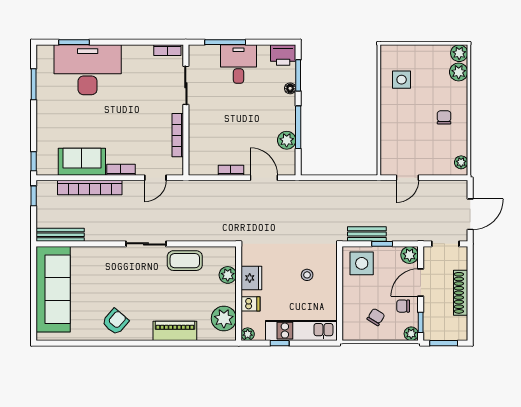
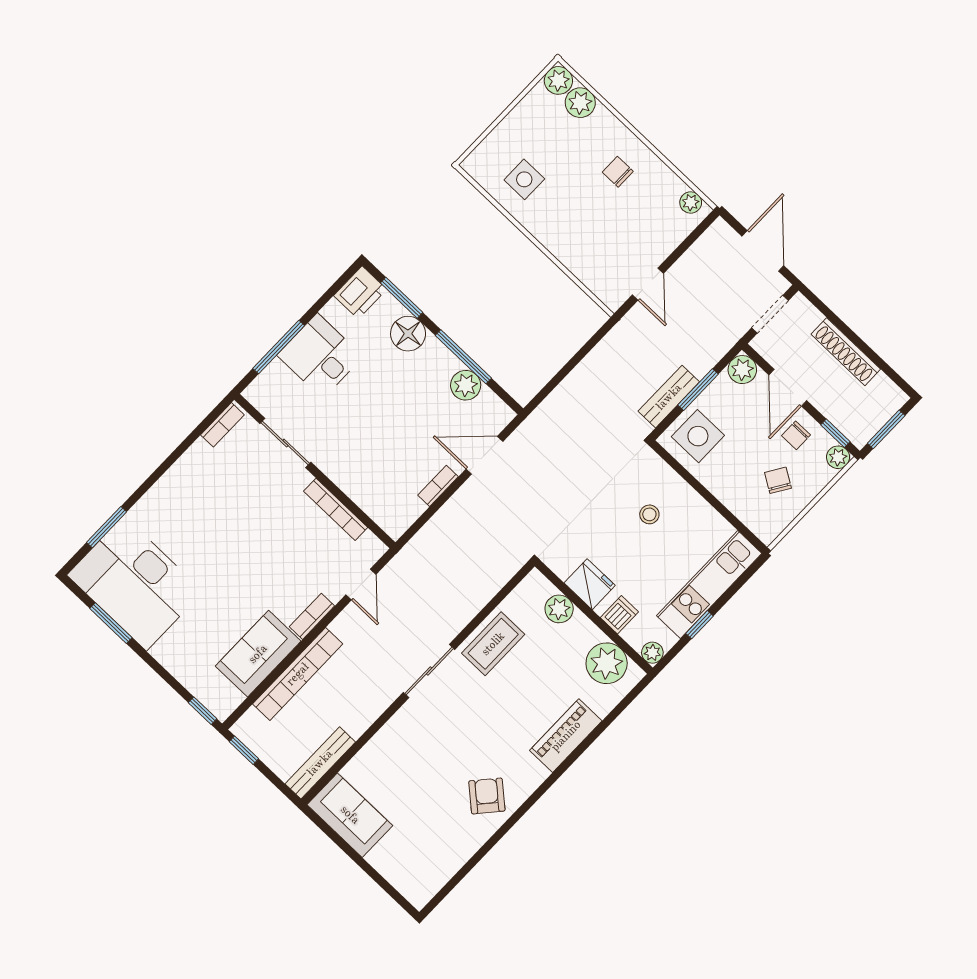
desk: (88, 70) -> (135, 583), moved, turned -90
floor lamp: (290, 88) -> (408, 334), width x1.89, depth x1.89
window: (382, 244) -> (698, 390), width x1.50
sofa: (53, 289) -> (350, 815), width x0.54, depth x0.79

